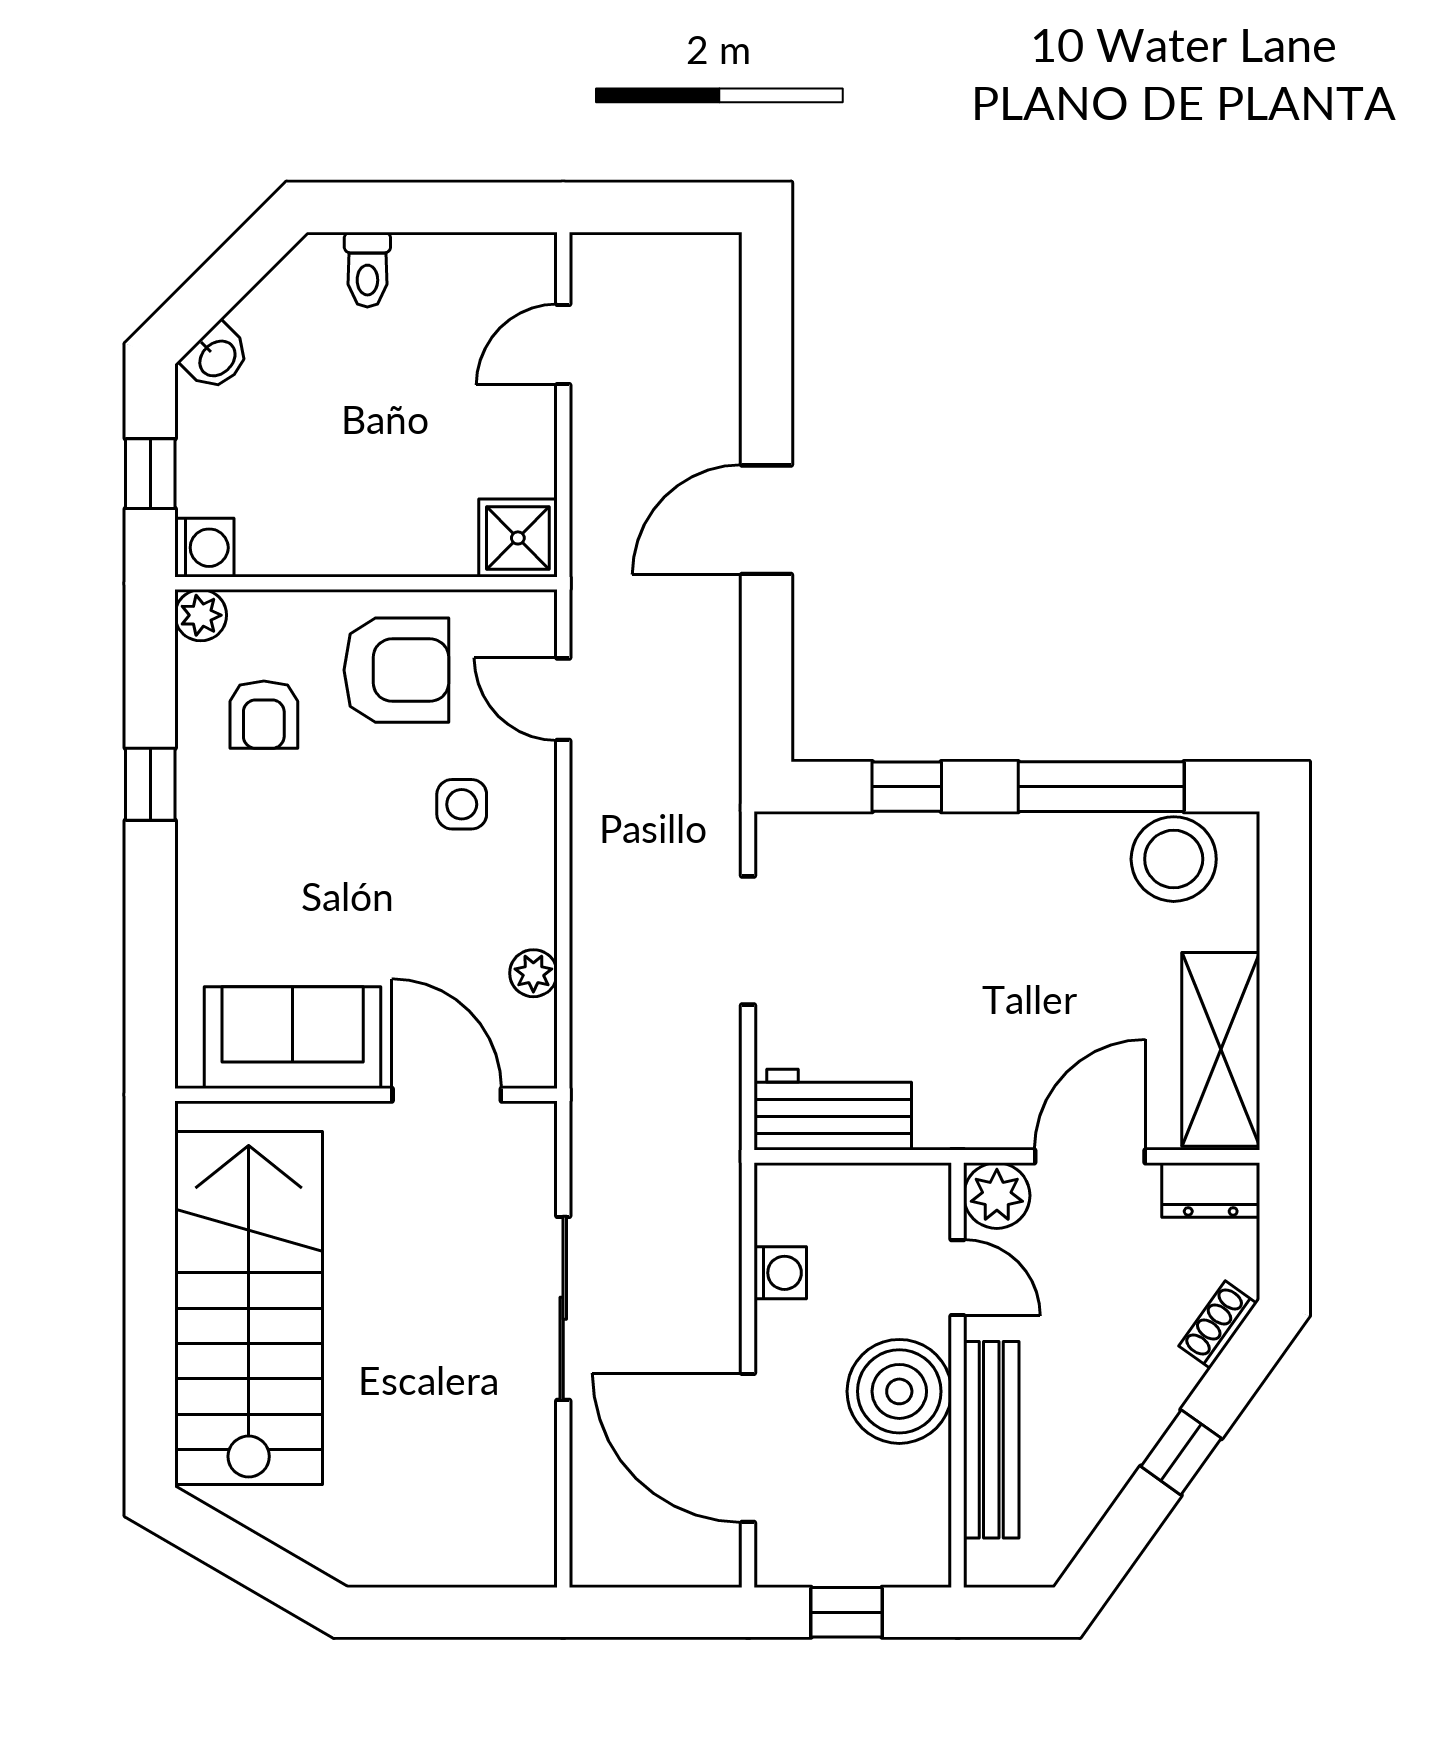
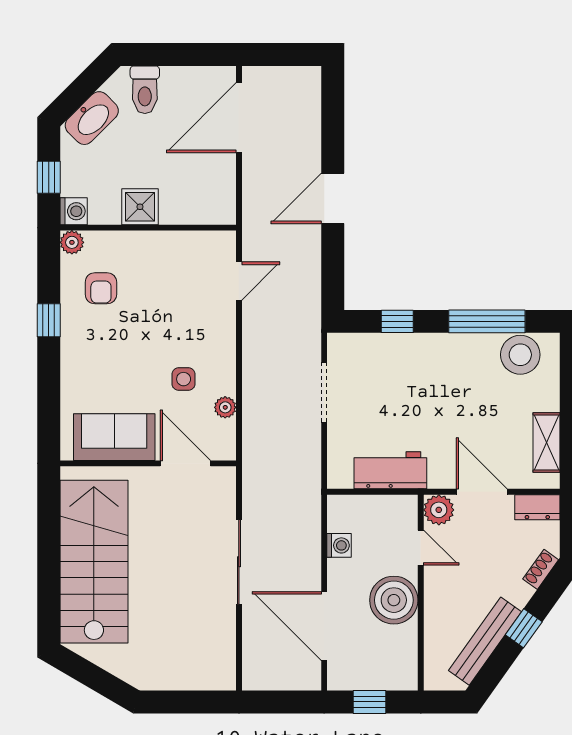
toilet: (367, 270) -> (145, 90), width x1.37, depth x1.39
door: (563, 345) -> (239, 118), width x1.88
washbasin: (216, 357) -> (92, 118), width x1.91, depth x1.45
shower: (518, 538) -> (140, 207), moved
armchair: (396, 670) -> (162, 268), removed
door: (563, 699) -> (239, 281), swing flipped
side table: (462, 804) -> (184, 379), moved
shelving: (1221, 1049) -> (546, 442), width x0.67, depth x0.75
workbench: (833, 1110) -> (390, 470), moved
door: (1090, 1156) -> (482, 492), hinge flipped
bench: (991, 1440) -> (485, 641), moved, turned 35

